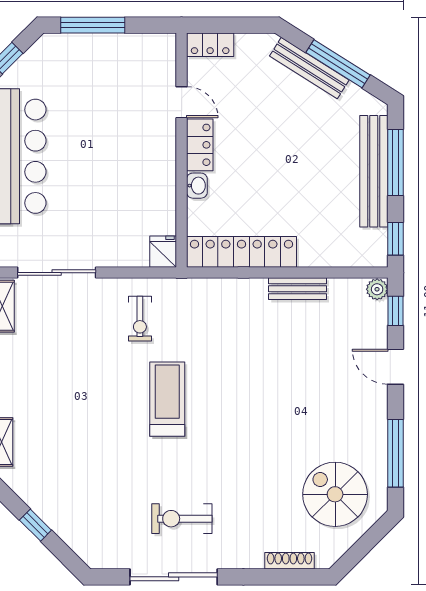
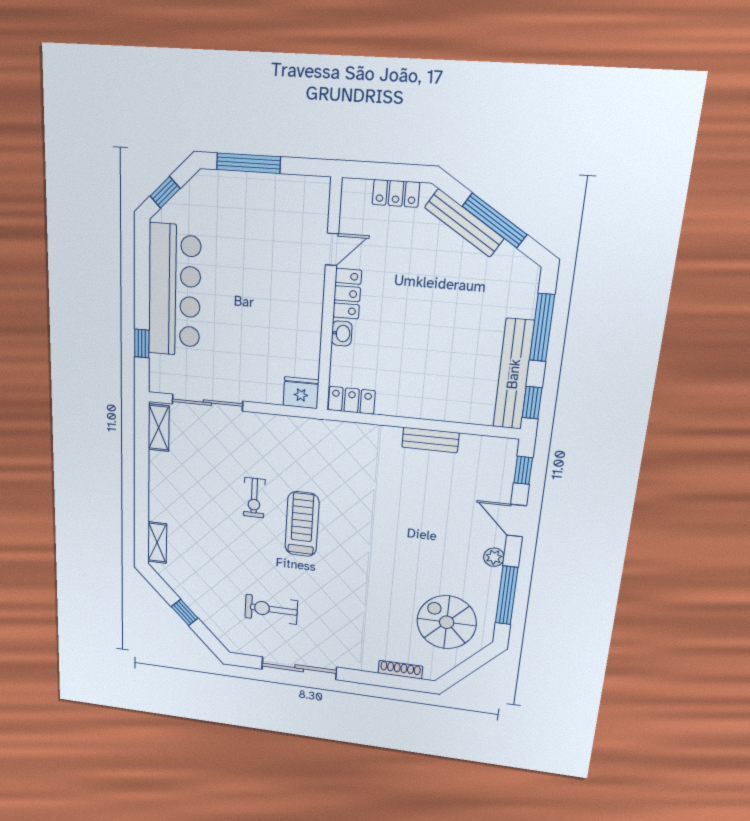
locker: (210, 45) -> (396, 193), moved
door: (182, 102) -> (332, 249), hinge flipped
bench: (374, 171) -> (514, 374), moved
fridge: (163, 252) -> (301, 393), width x1.38
locker: (241, 252) -> (352, 400), width x0.46, depth x0.83
plant: (377, 289) -> (494, 557), moved
exercise bike: (140, 319) -> (254, 498), moved
exercise bike: (182, 519) -> (271, 609), moved

